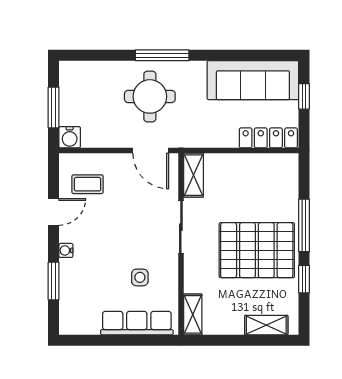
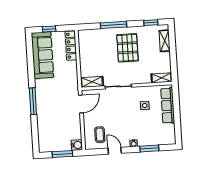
round table: (150, 96) -> (54, 106), removed
pallet: (257, 250) -> (127, 48), width x0.73, depth x0.71
window: (304, 279) -> (151, 23), moved

